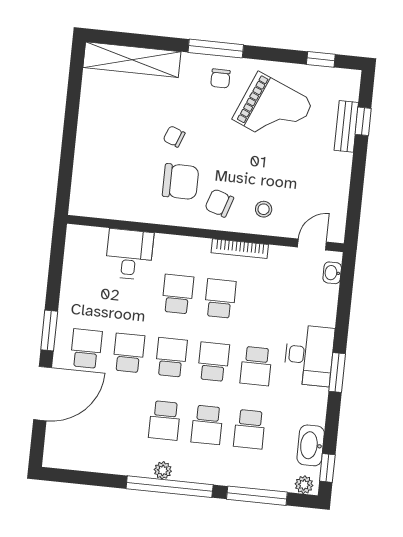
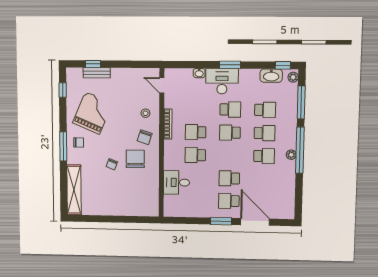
washbasin: (332, 273) -> (199, 73), moved
school desk: (171, 357) -> (230, 156), removed

